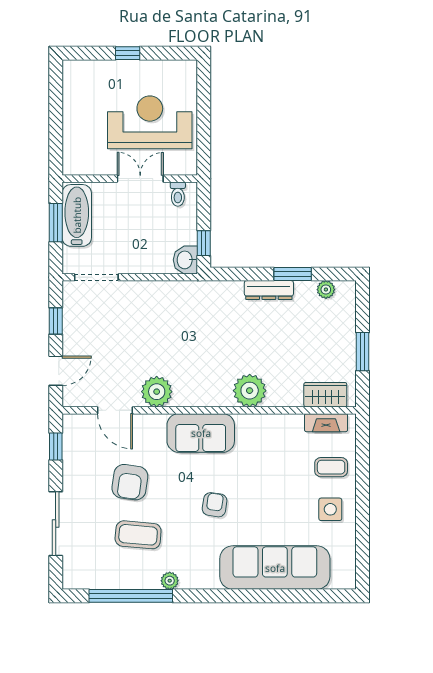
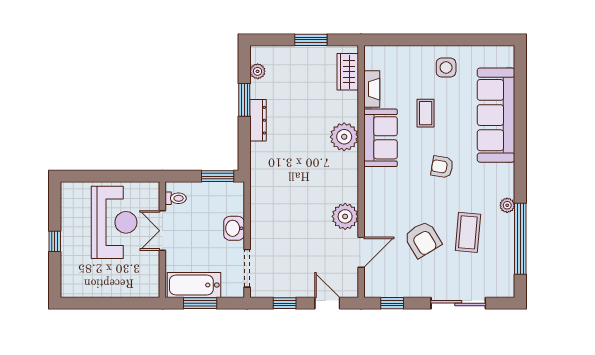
reception desk: (150, 122) -> (114, 222), turned 180
window: (204, 243) -> (218, 176), width x1.50
washbasin: (185, 260) -> (234, 228), moved, turned 90
fireplace: (326, 423) -> (372, 89), moved
sofa: (201, 433) -> (381, 138), moved
coffee table: (331, 467) -> (426, 113), moved
armchair: (130, 482) -> (423, 239), turned 51

